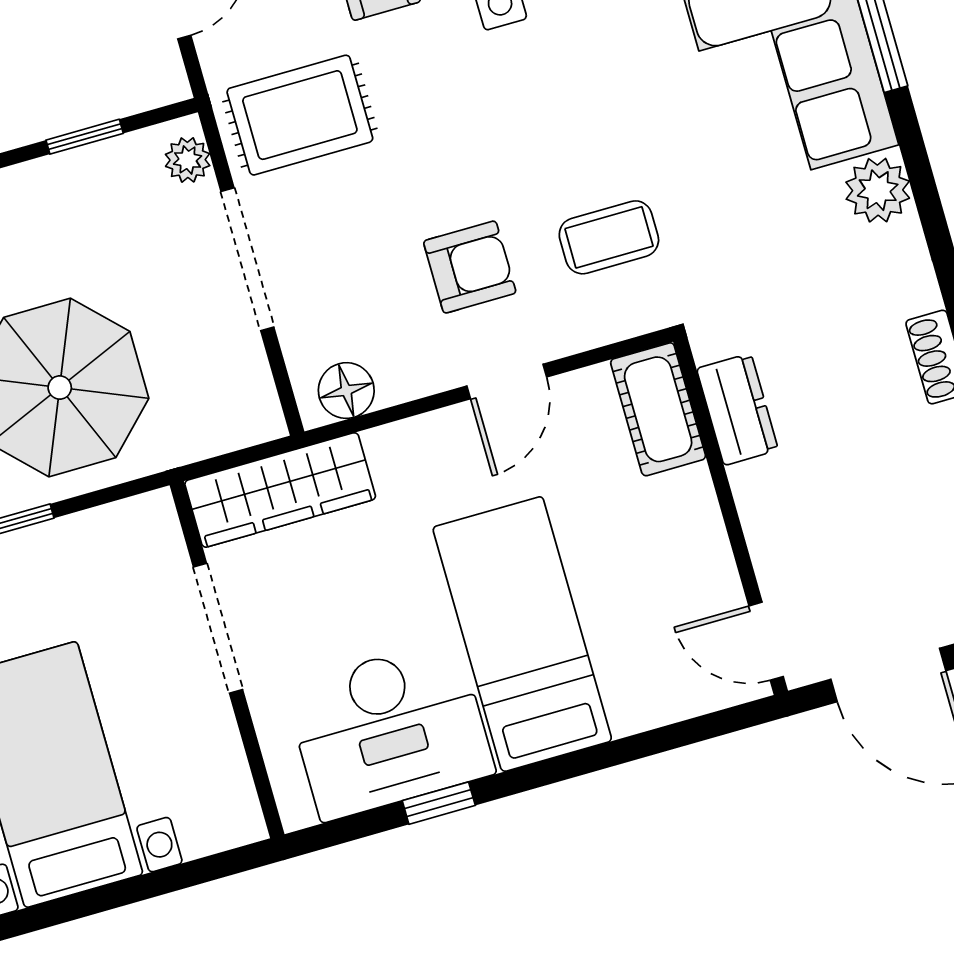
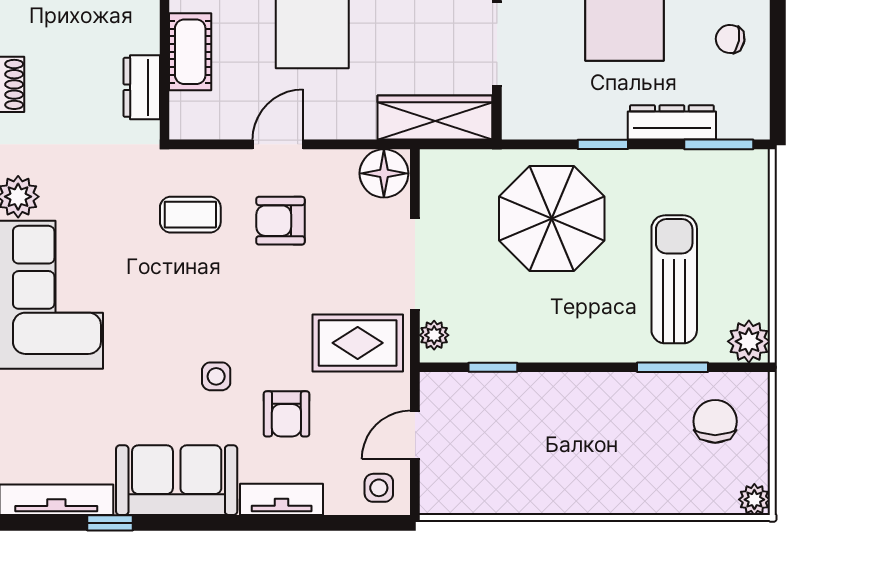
floor lamp: (346, 391) -> (384, 173), width x1.38, depth x1.38
cot: (658, 409) -> (190, 52), moved

